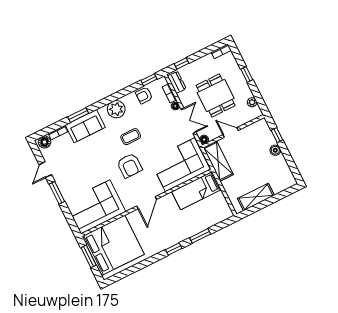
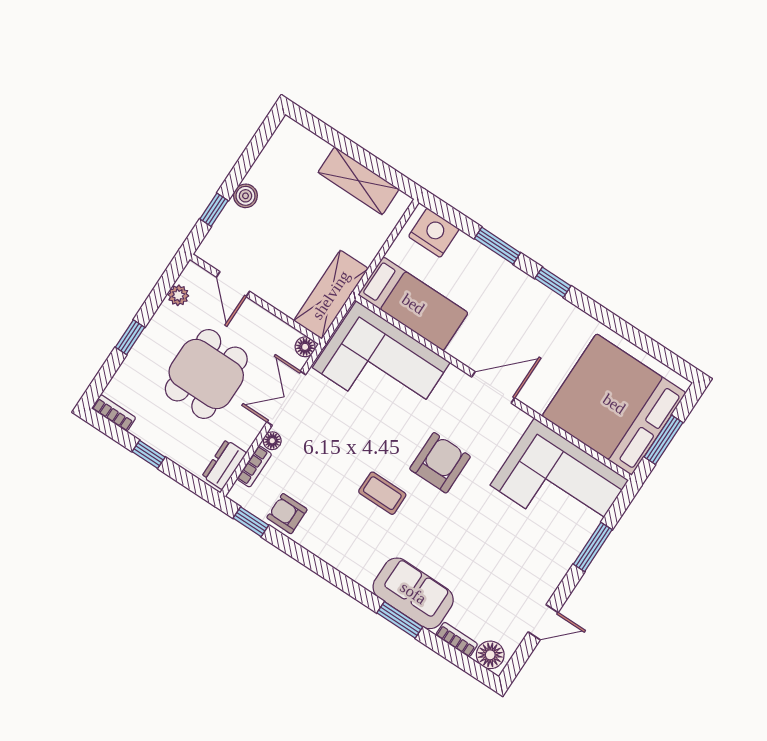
window: (182, 64) -> (149, 454), moved
armchair: (144, 95) -> (287, 514), turned 180
plant: (116, 109) -> (345, 552), removed
door: (231, 133) -> (233, 284), moved
window: (57, 193) -> (593, 547), moved
nightstand: (219, 214) -> (434, 233), added

